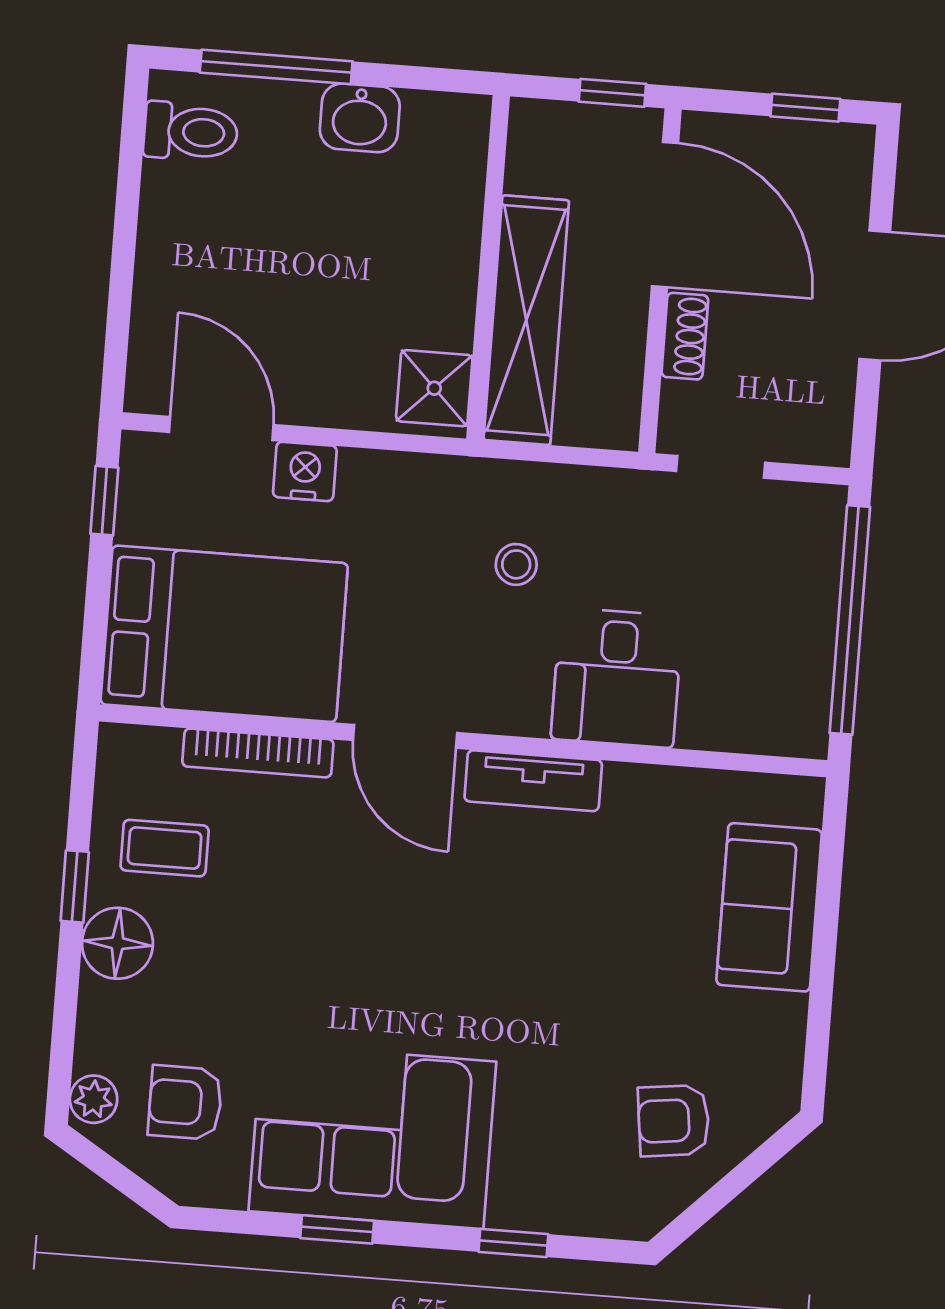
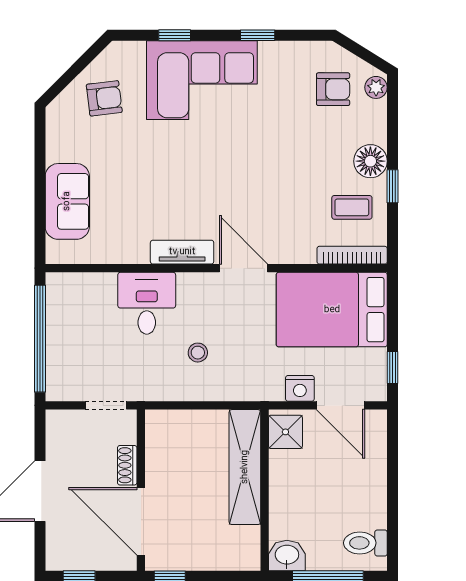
wall: (488, 268) -> (265, 490), moved
shelving: (526, 320) -> (245, 467), moved
shower: (434, 388) -> (285, 432), moved
bookcase: (258, 753) -> (352, 255), moved
corner sofa: (372, 1136) -> (202, 80), moved

